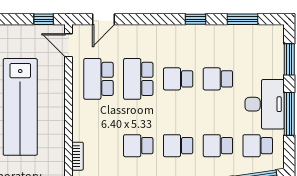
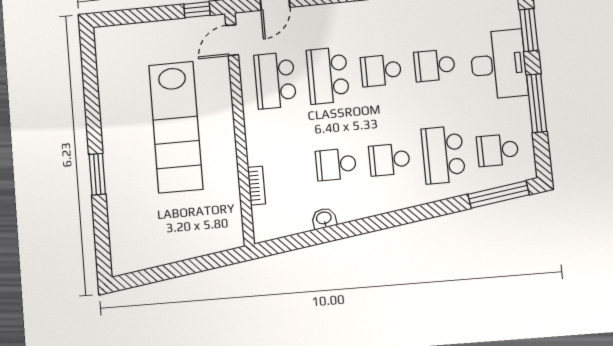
door: (69, 45) -> (232, 40), hinge flipped
desk: (265, 104) -> (498, 64), moved
school desk: (218, 146) -> (443, 155), width x1.85

